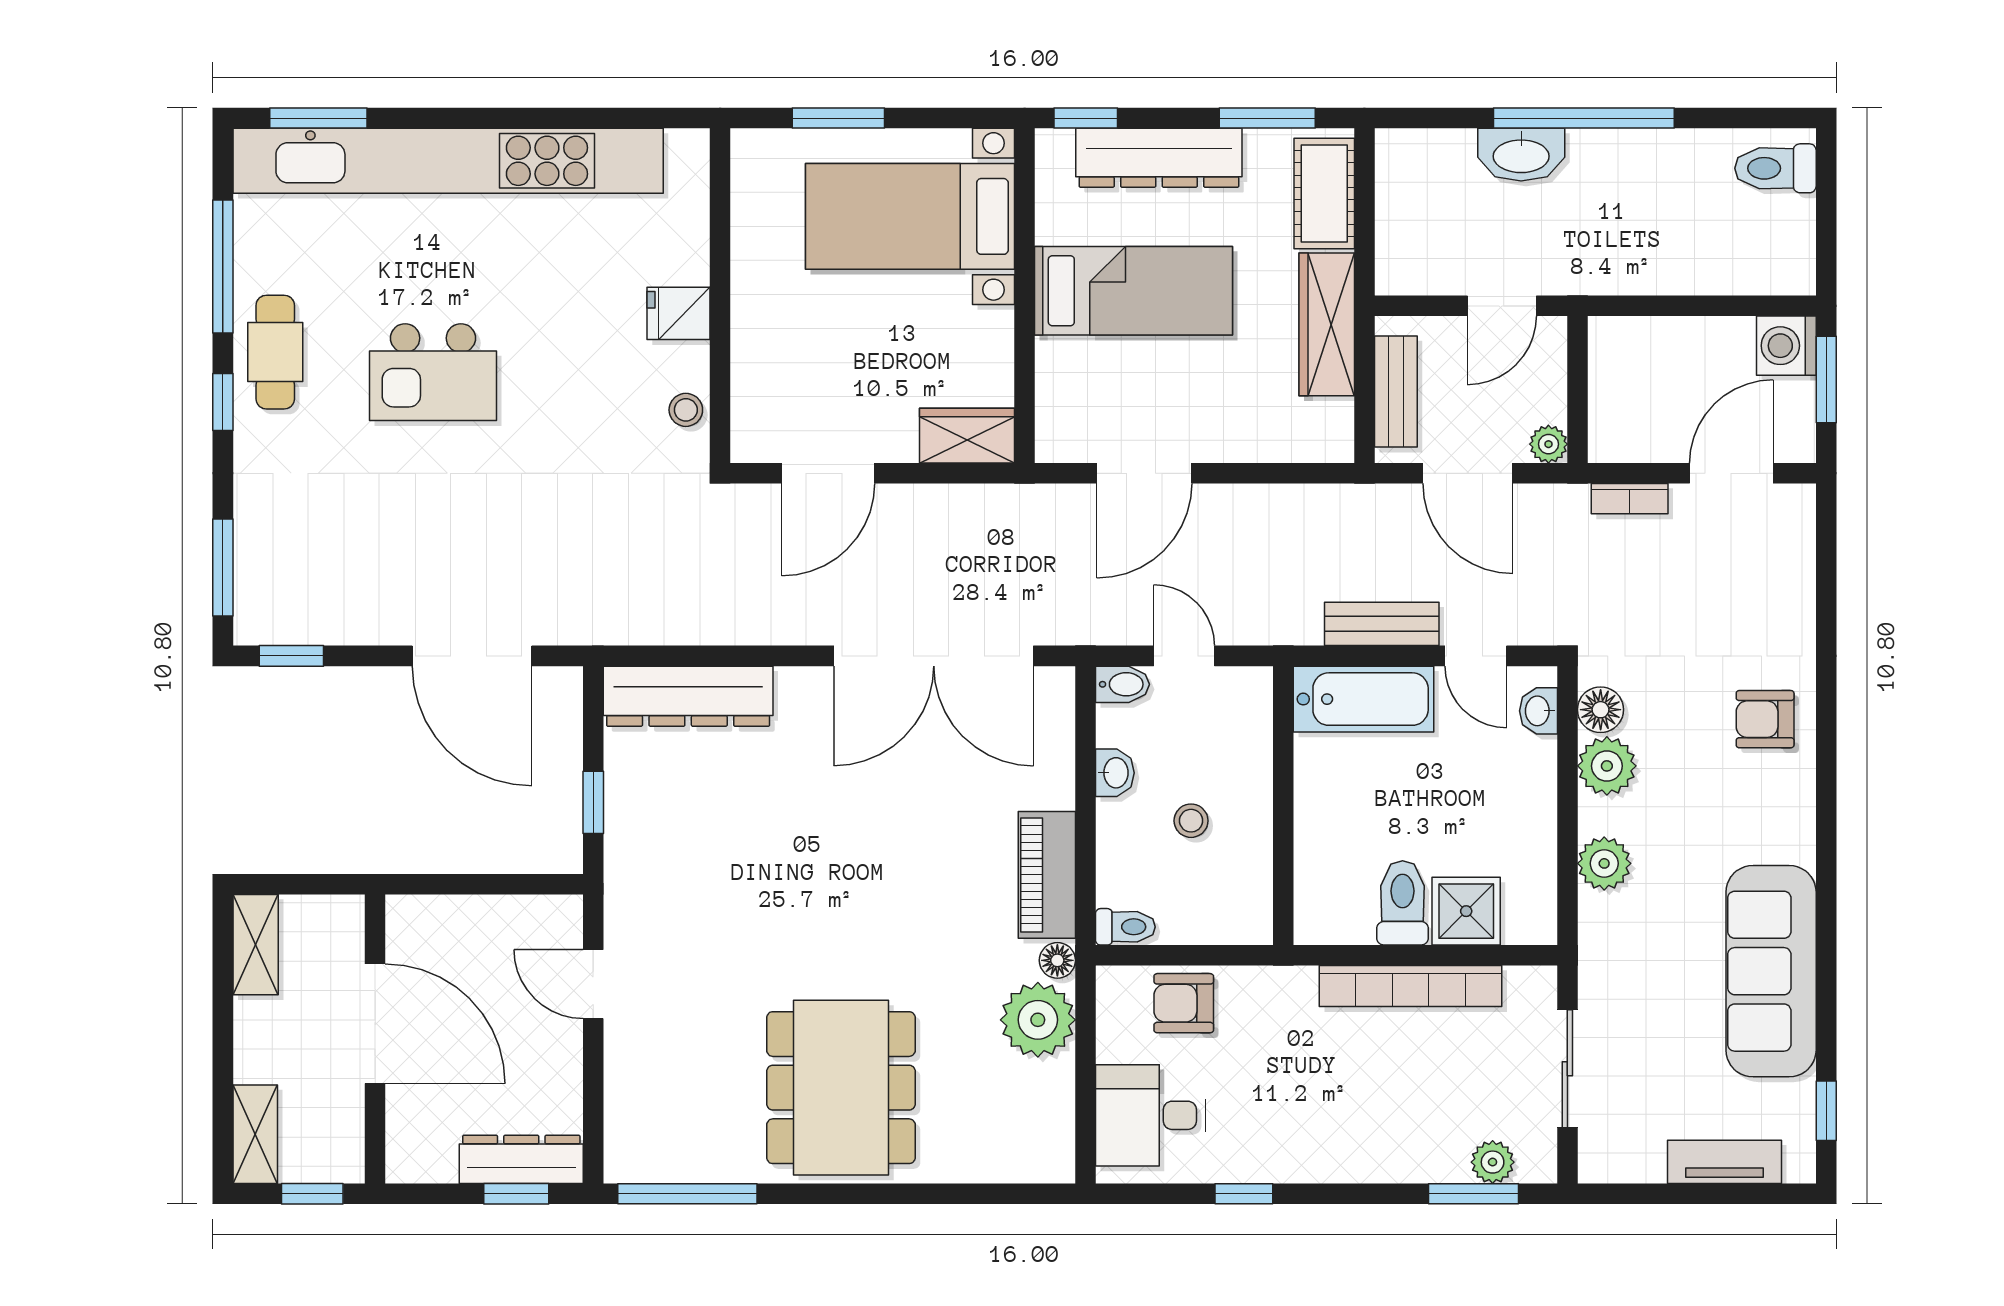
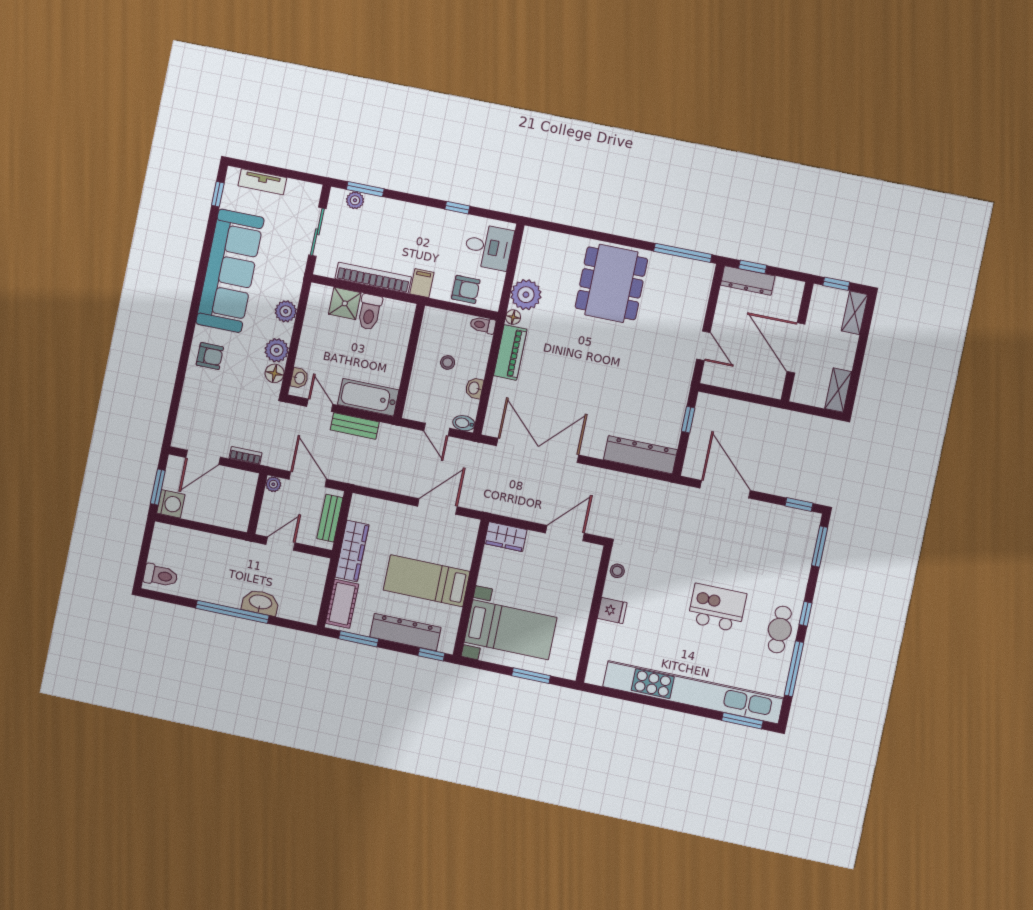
sofa: (1771, 971) -> (230, 271), width x1.36, depth x1.27
filing cabinet: (1292, 997) -> (422, 283), added

